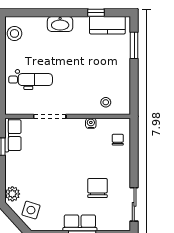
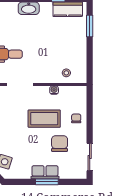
chair: (118, 140) -> (76, 118), moved
coffee table: (79, 158) -> (44, 119), added

